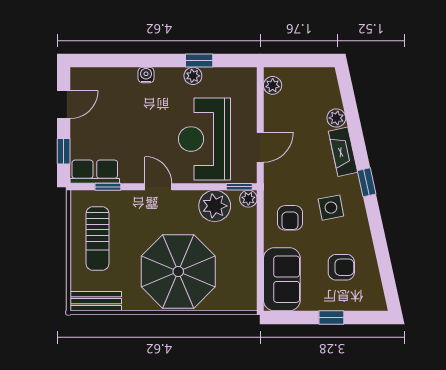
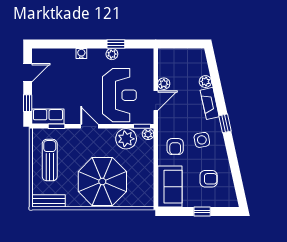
plant: (273, 85) -> (164, 84), moved
reception desk: (204, 139) -> (119, 95), turned 180
sun lounger: (97, 239) -> (50, 160), turned 180

